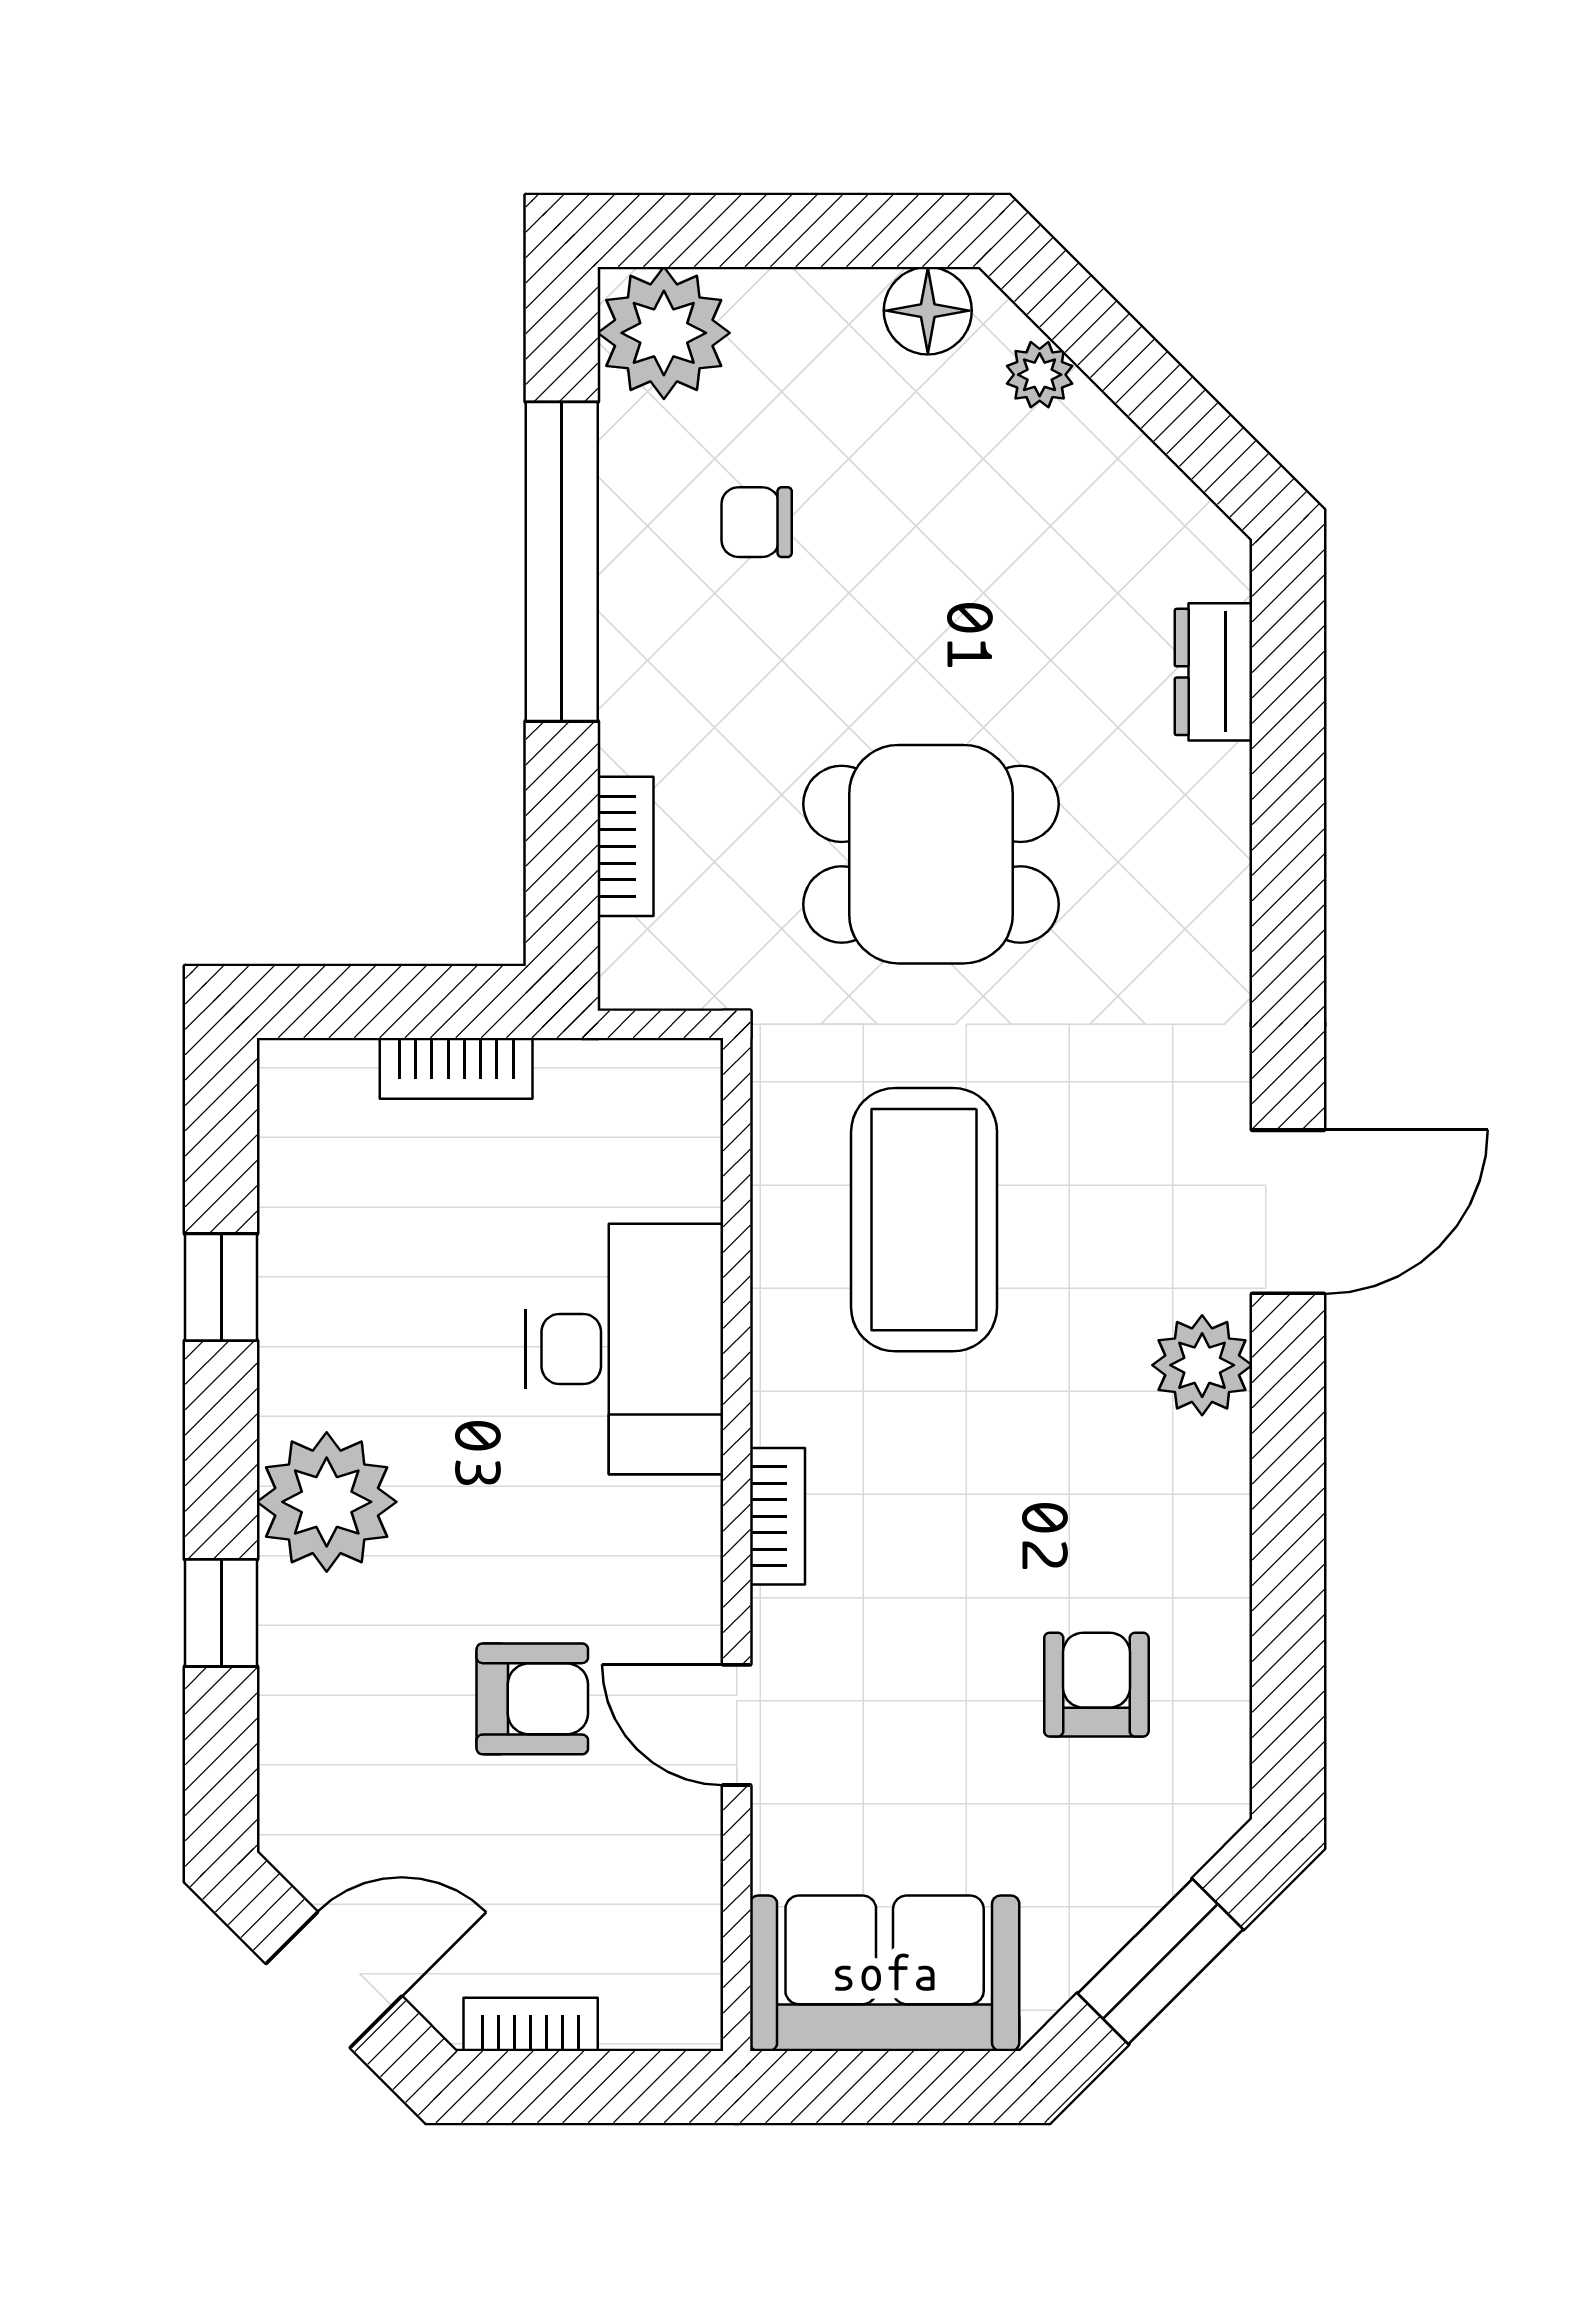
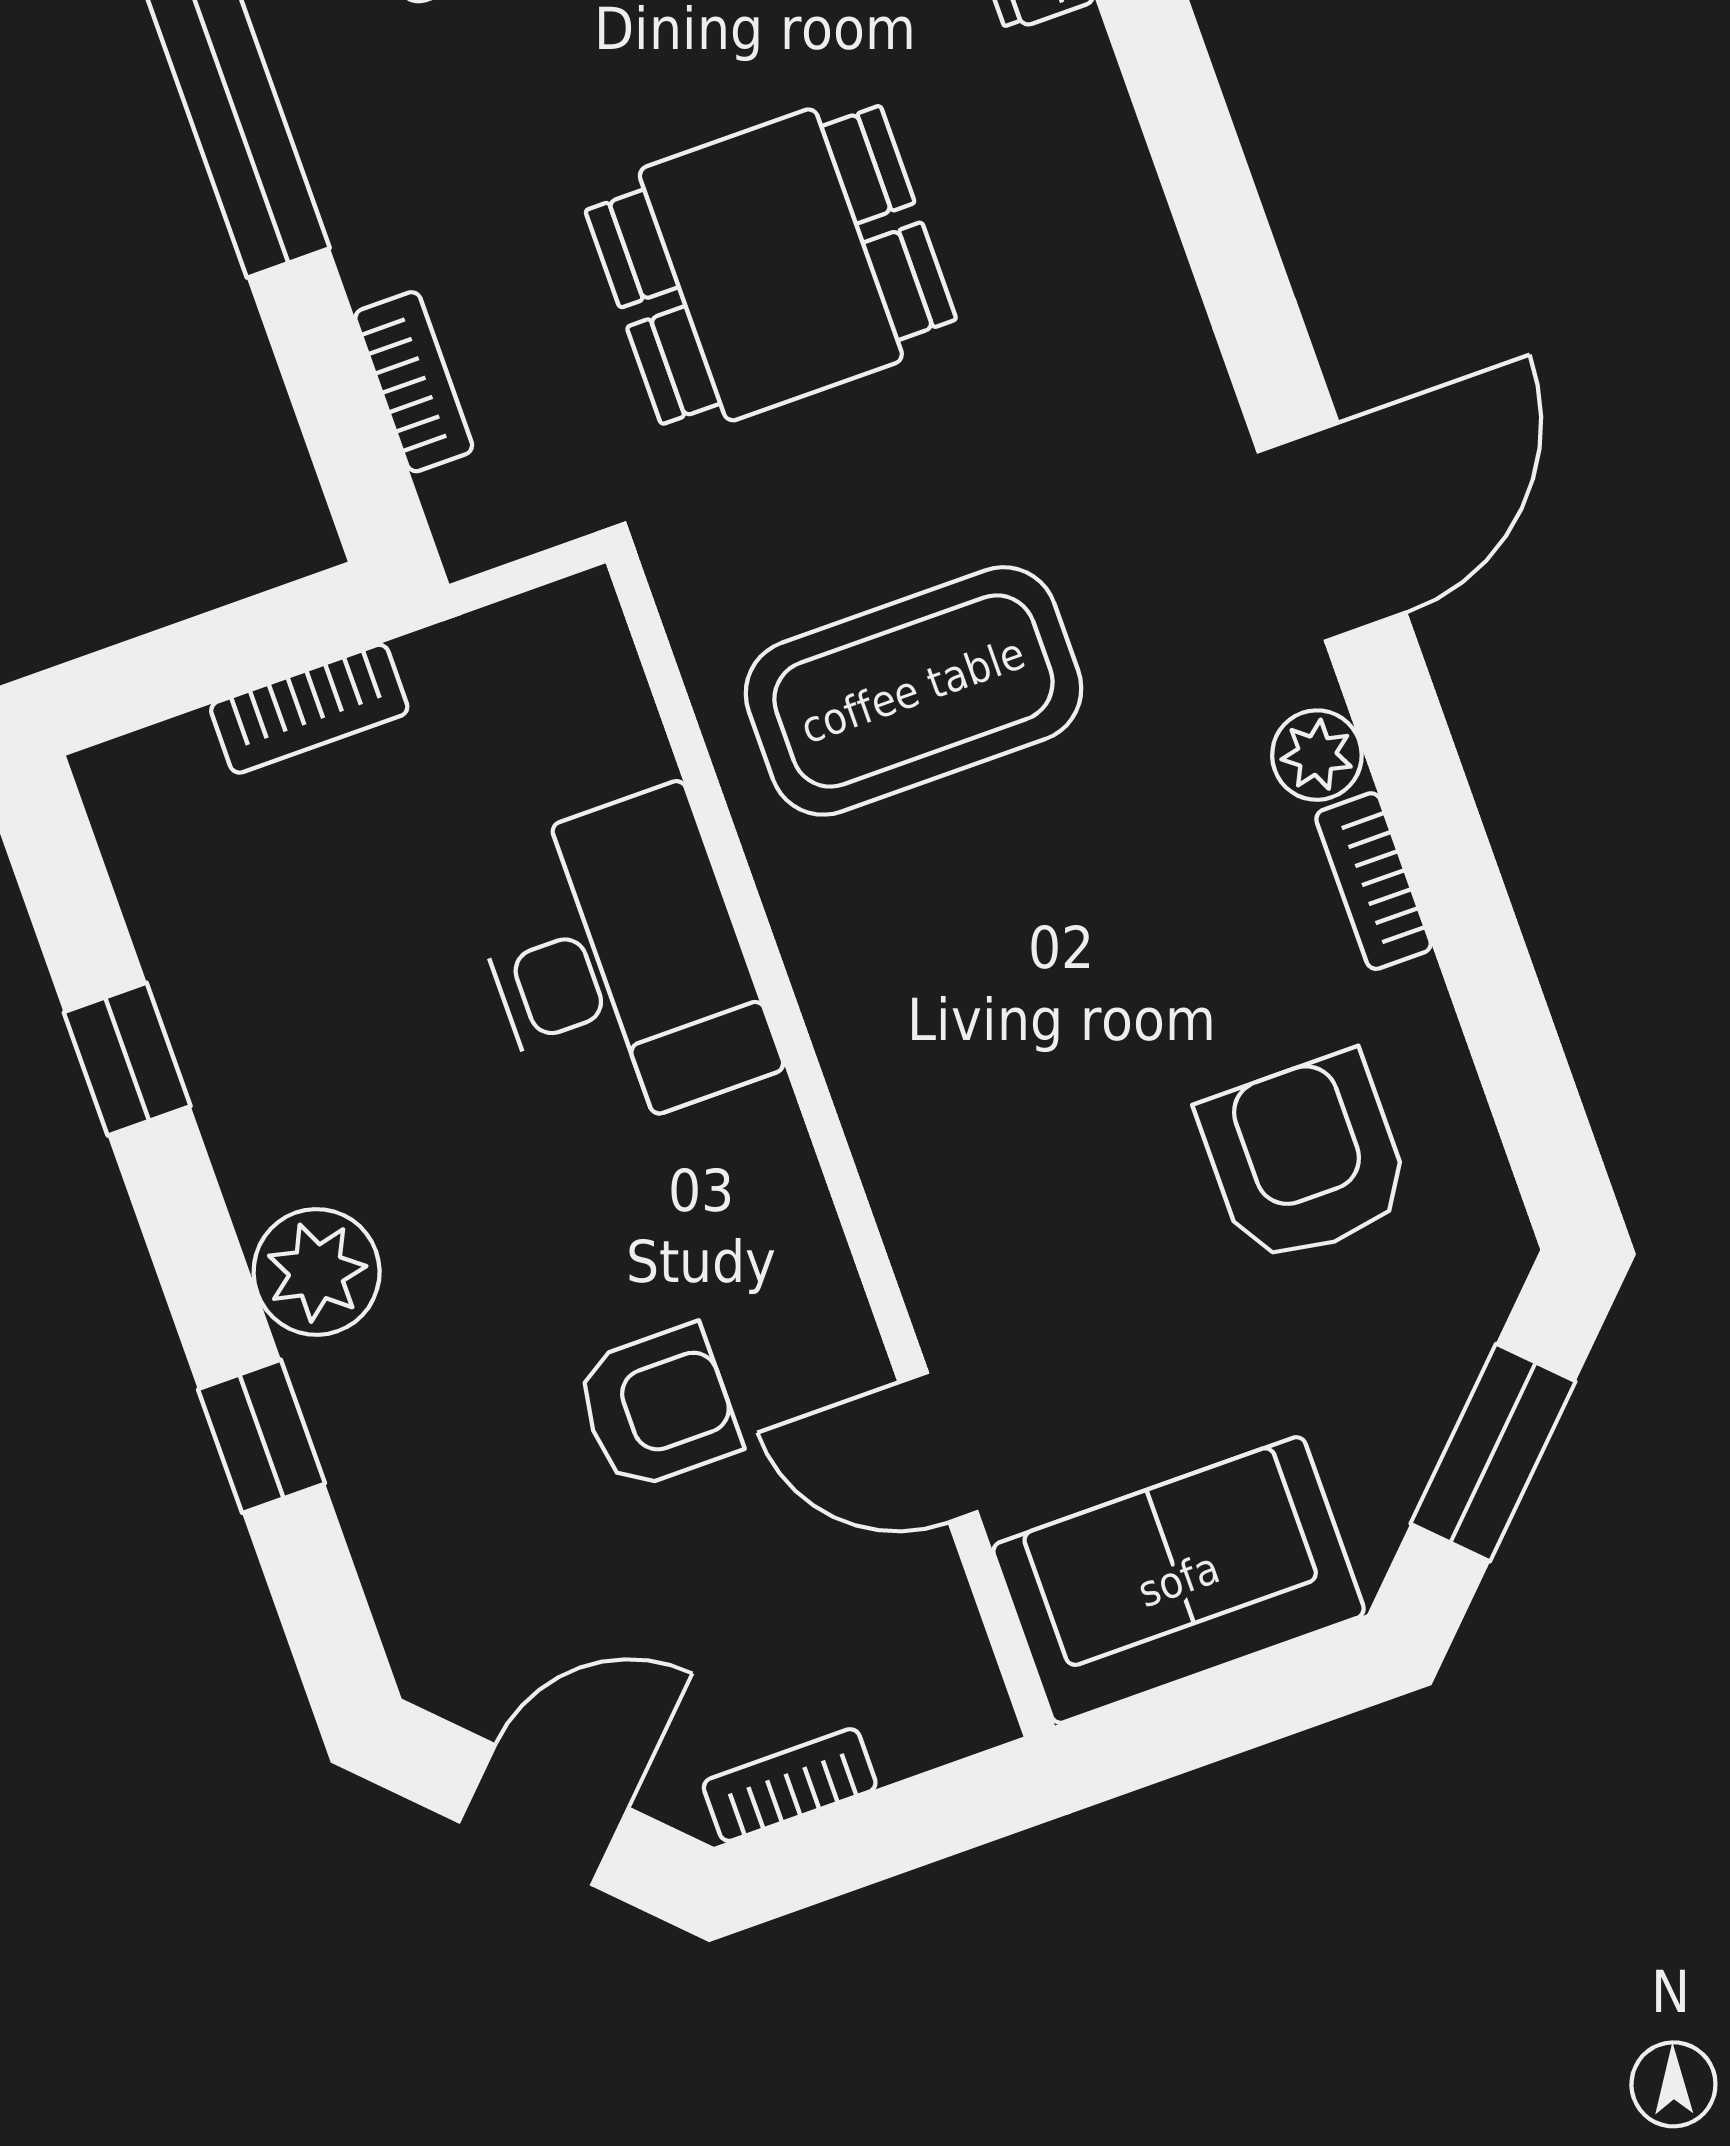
coffee table: (924, 1220) -> (913, 691), turned 90
plant: (1202, 1365) -> (1317, 755), width x0.73, depth x0.73
plant: (327, 1502) -> (317, 1272), width x0.73, depth x0.73
bookcase: (777, 1516) -> (1374, 881), moved, turned 180
armchair: (1096, 1685) -> (1305, 1158), width x1.38, depth x1.38
door: (737, 1725) -> (938, 1447), moved

